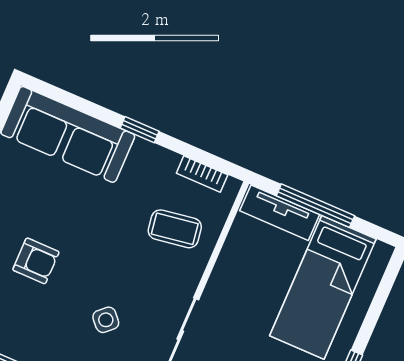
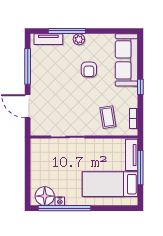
armchair: (36, 261) -> (89, 69), moved
side table: (106, 320) -> (61, 106), removed

